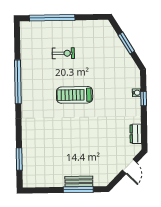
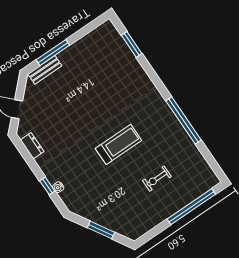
bench: (79, 181) -> (45, 70), moved

